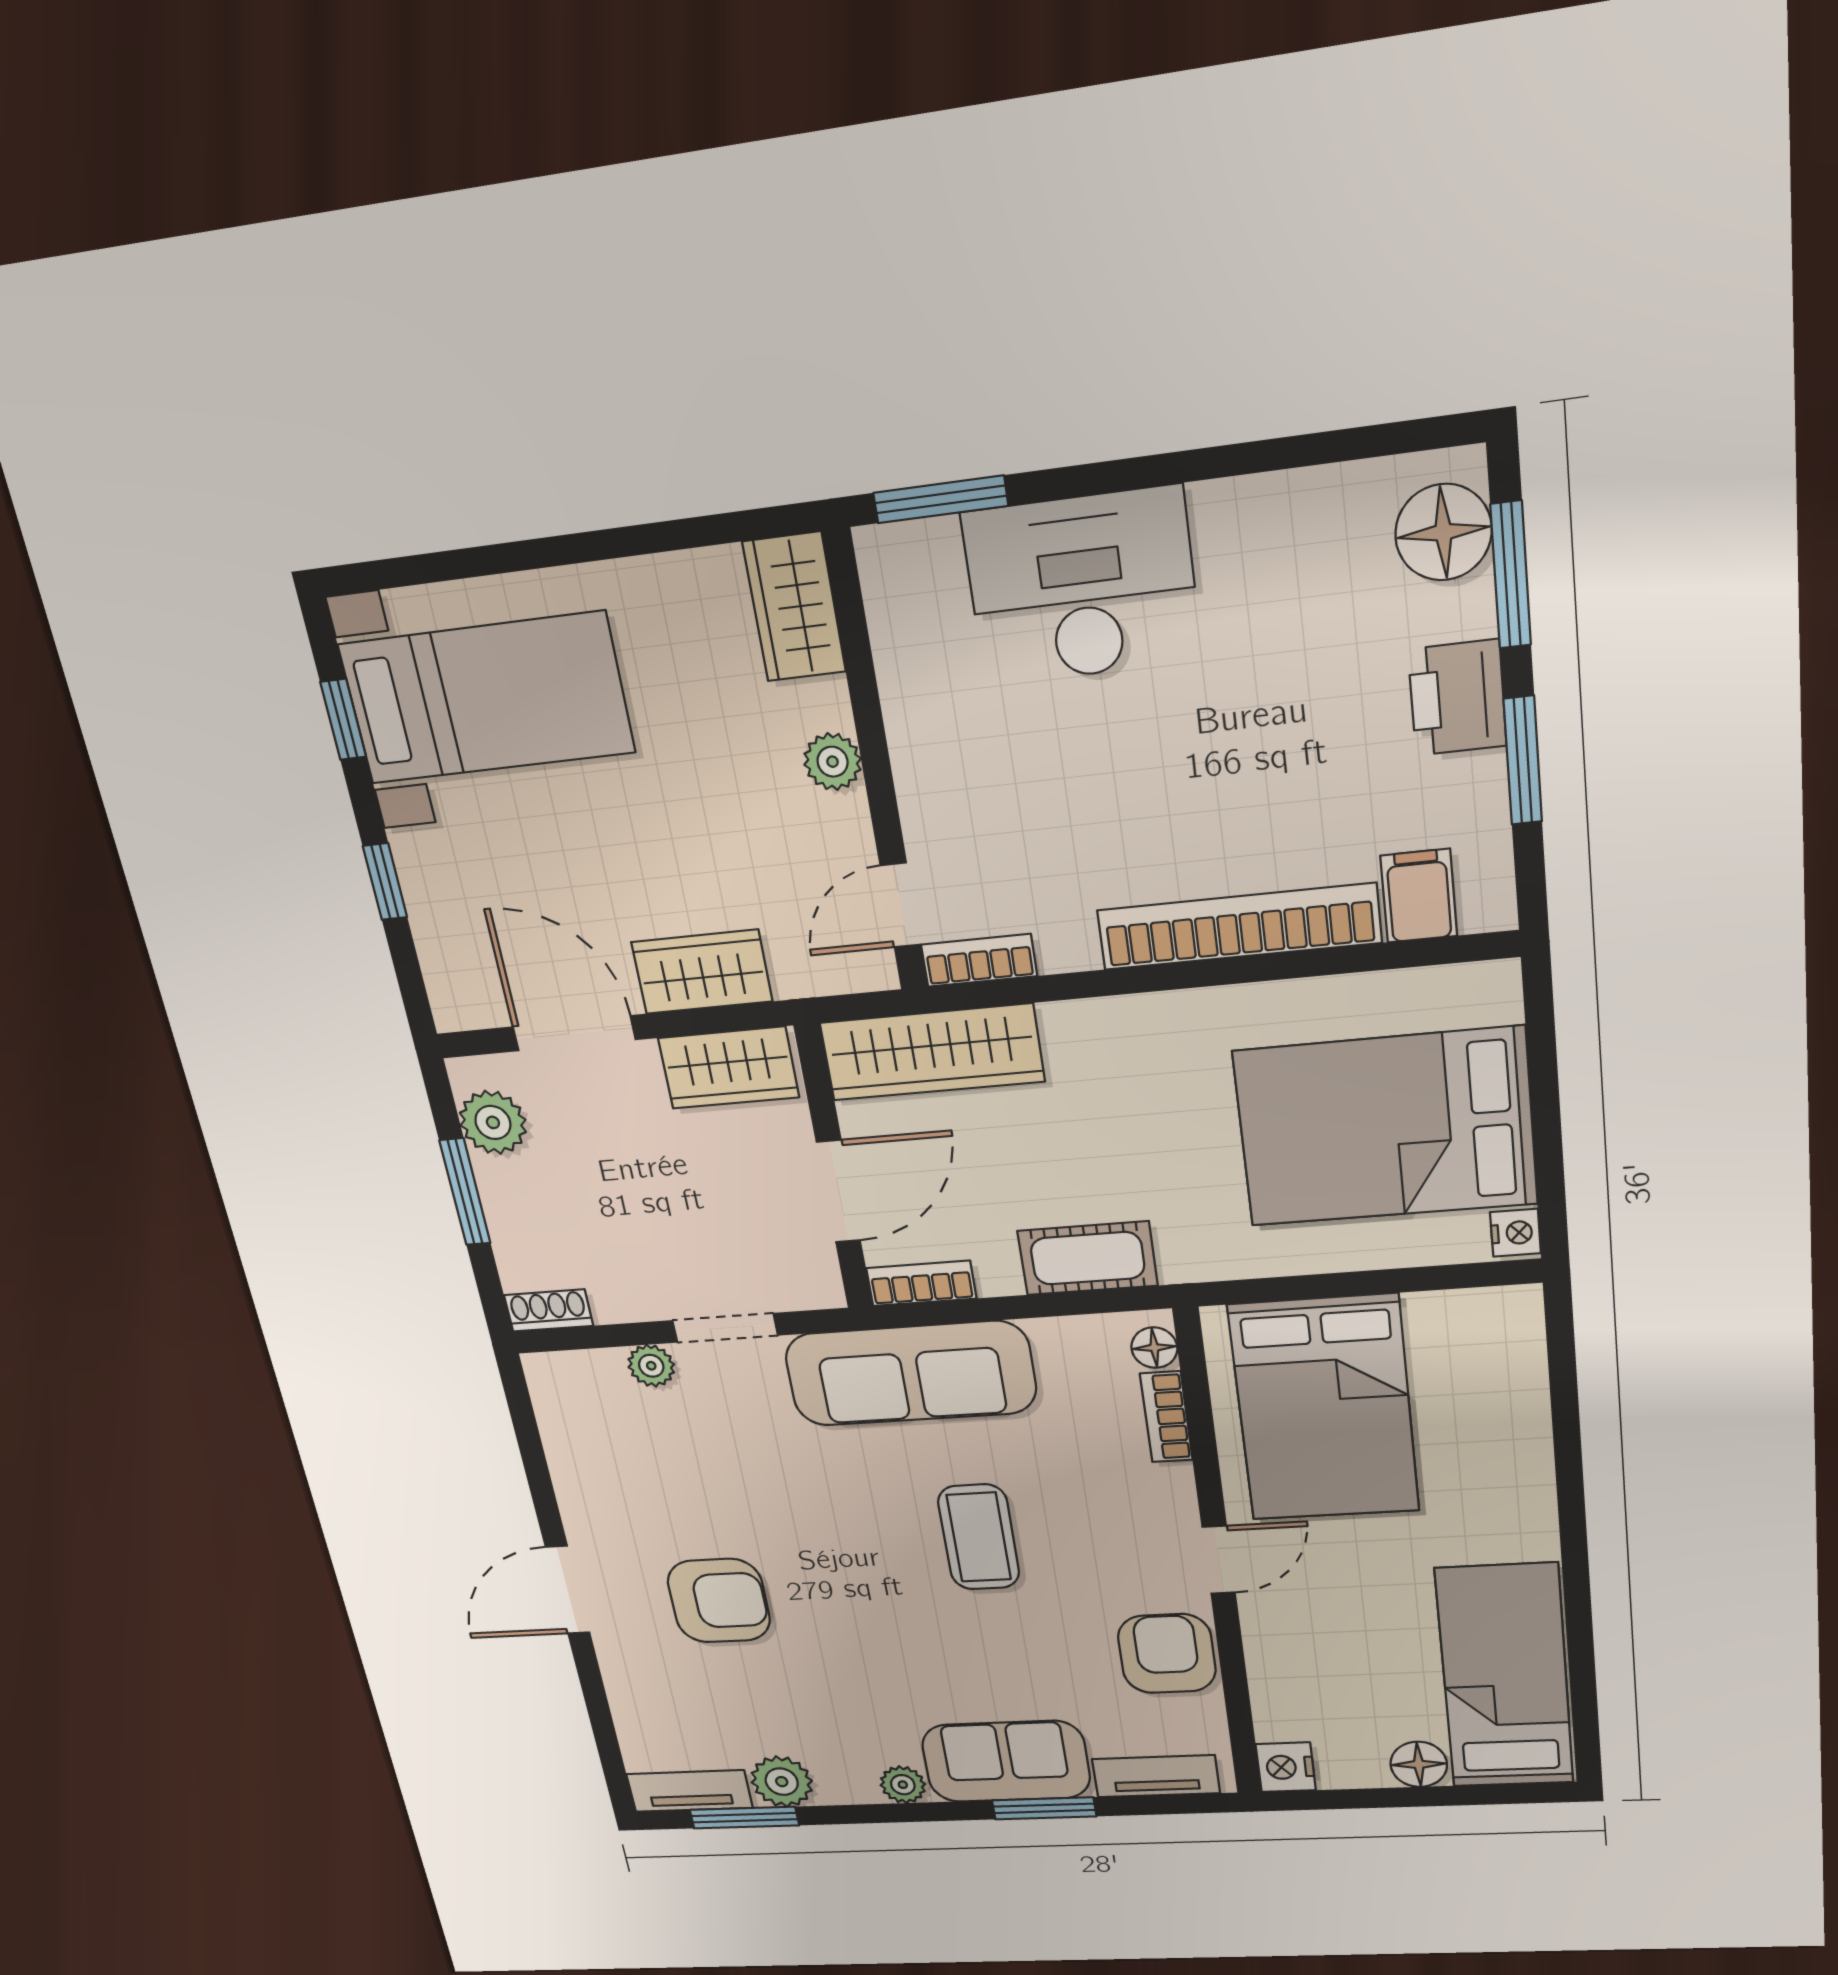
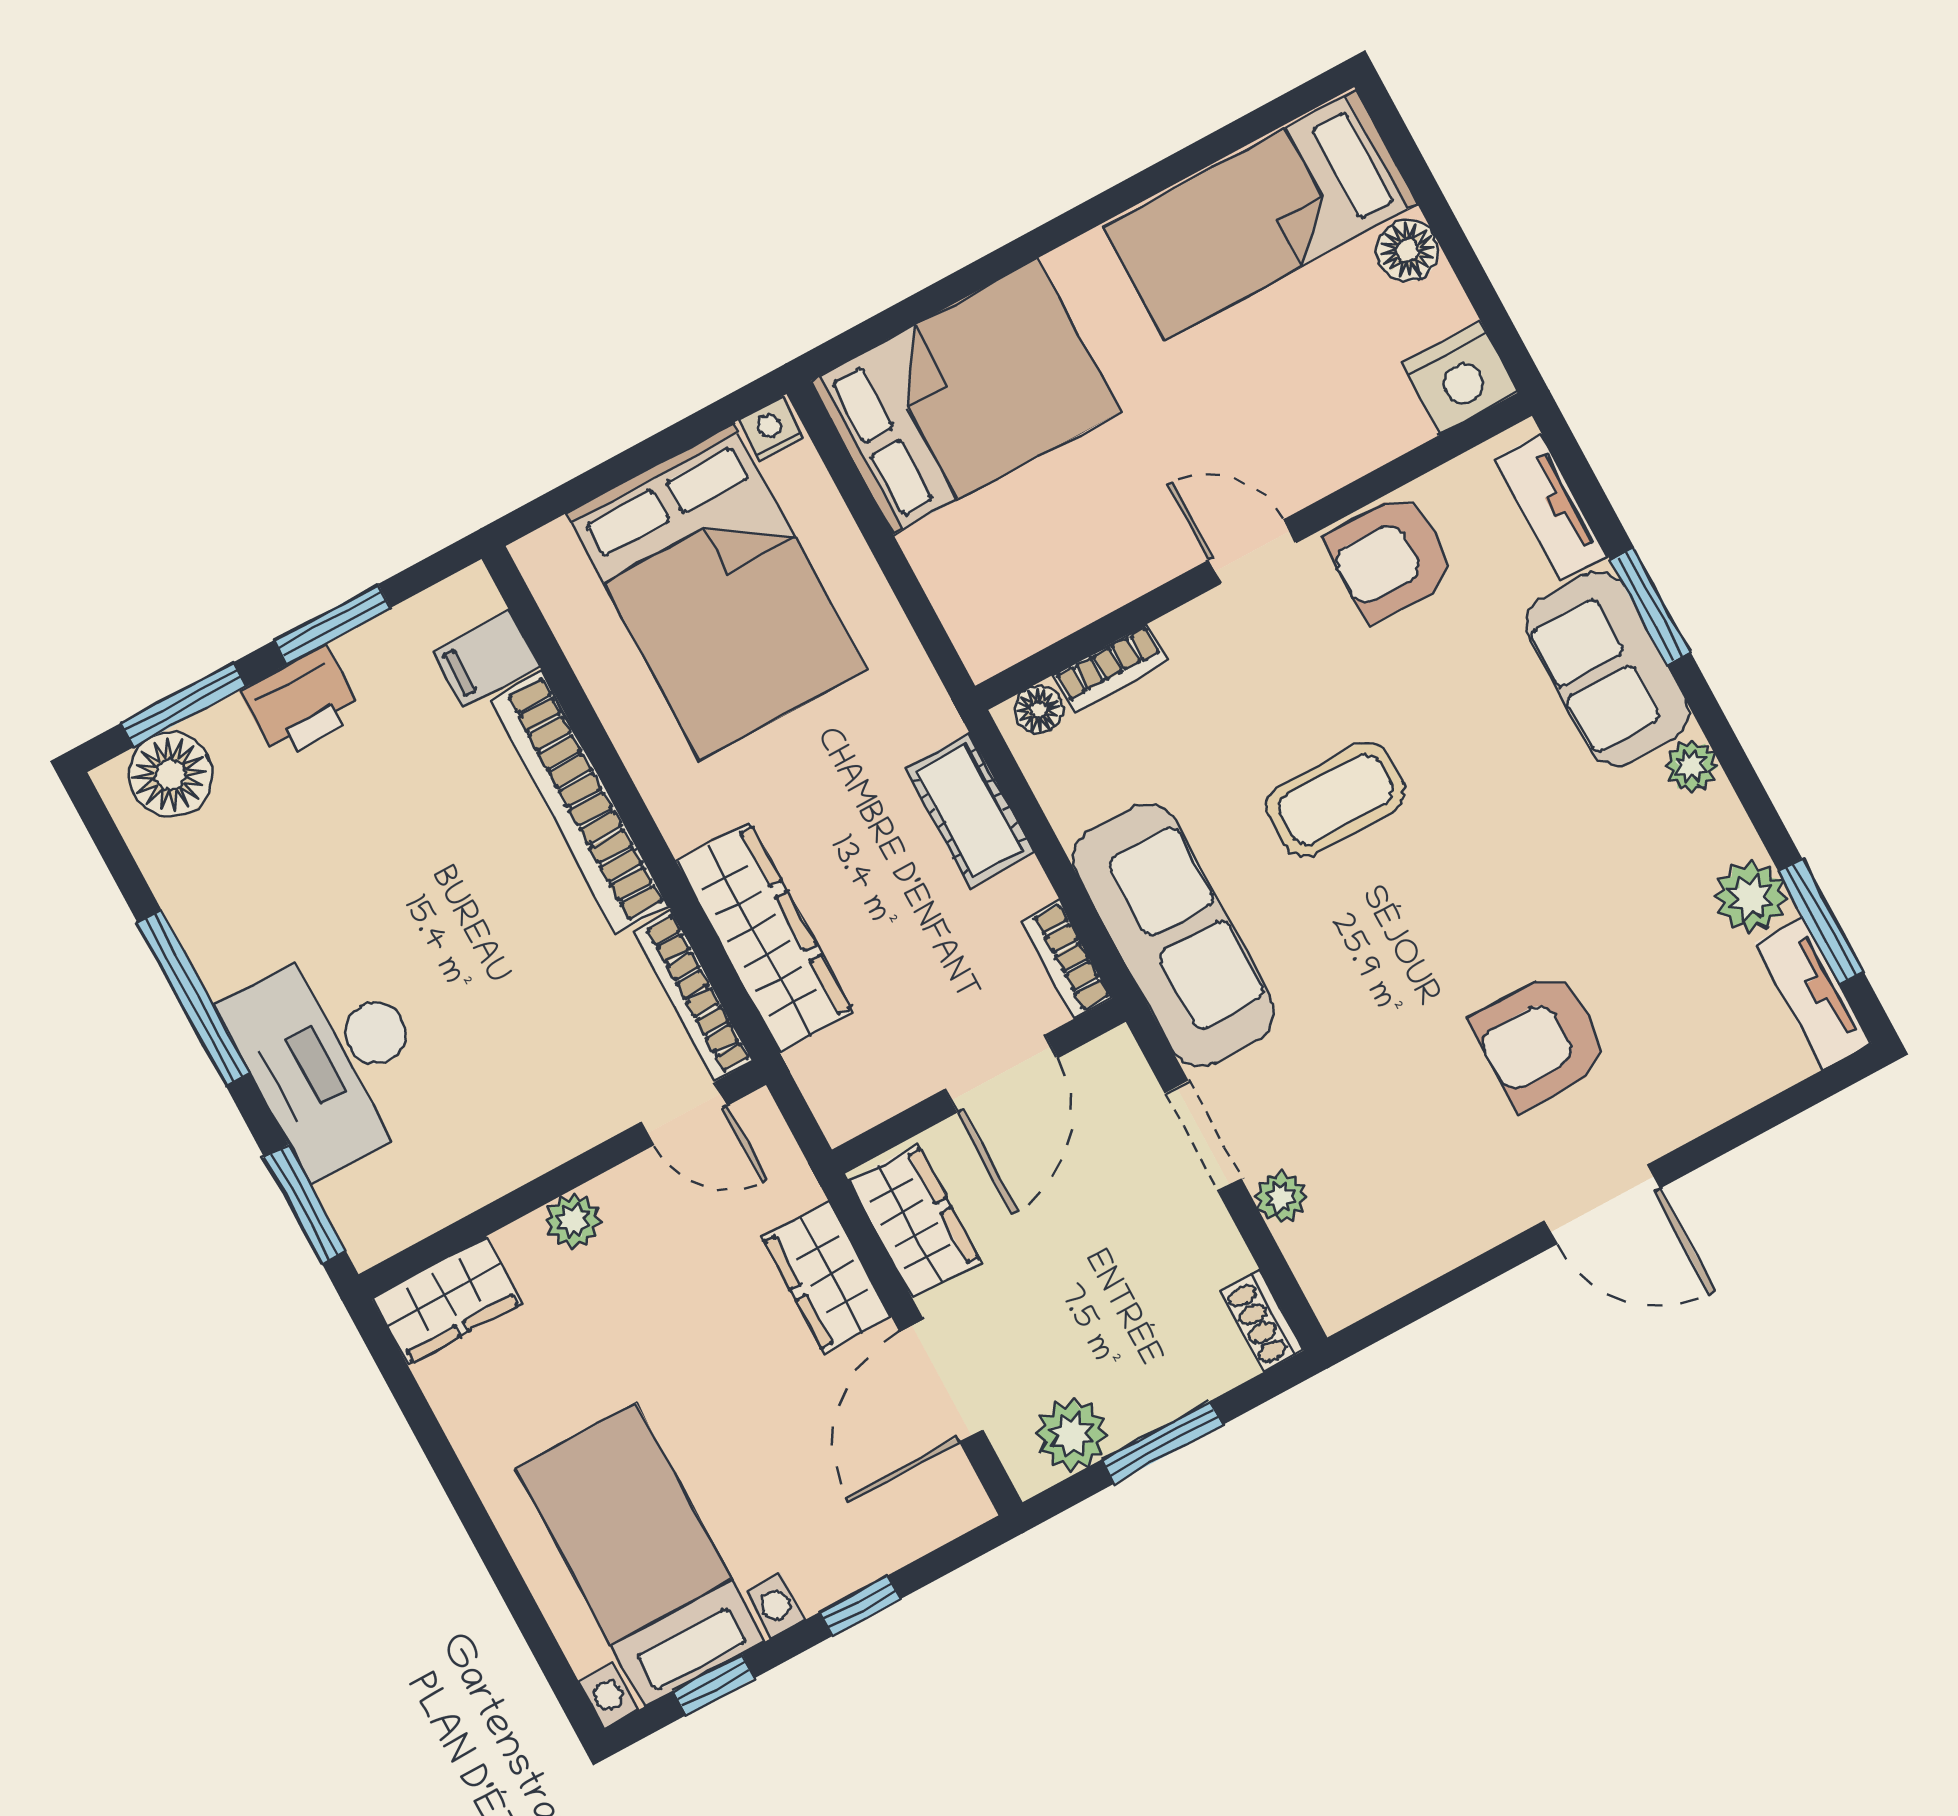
window: (1199, 465) -> (194, 998), added
bookcase: (979, 960) -> (693, 996), width x1.56
wardrobe: (932, 1052) -> (765, 937), moved
door: (838, 1191) -> (1001, 1074), swing flipped
bed: (1324, 1409) -> (965, 396), moved
armchair: (719, 1601) -> (1540, 1040), turned -90
nightstand: (1286, 1767) -> (1460, 378), width x1.36, depth x1.33

